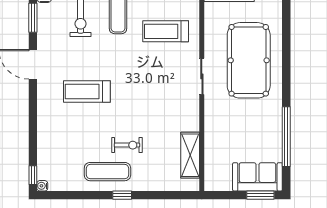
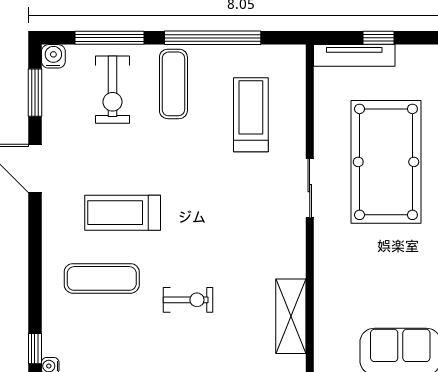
treadmill: (166, 31) -> (251, 115), turned 90
exercise mat: (107, 172) -> (102, 278), moved

